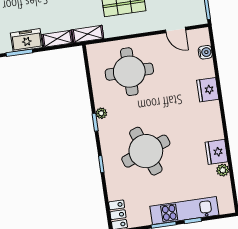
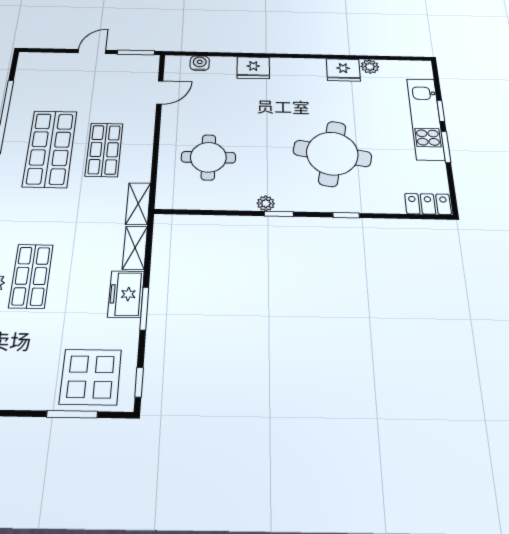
round table: (129, 72) -> (208, 157), width x0.73, depth x0.73
round table: (146, 151) -> (332, 153), turned 30

